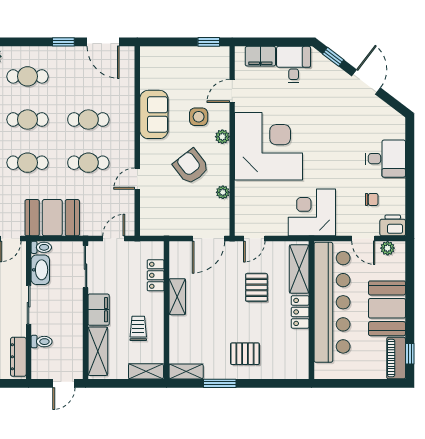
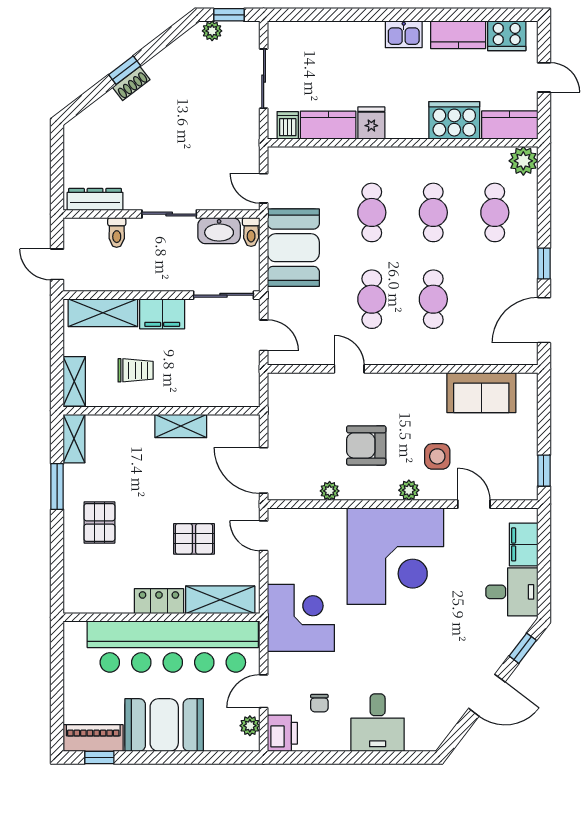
sofa: (154, 114) -> (481, 393), moved
armchair: (191, 167) -> (366, 445), turned -142
locker: (156, 275) -> (211, 395), removed

